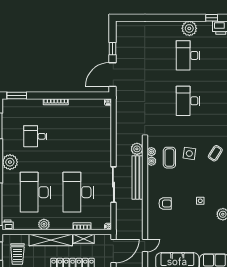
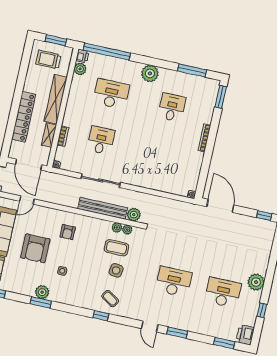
window: (212, 18) -> (262, 310), moved
plant: (189, 28) -> (256, 282), moved
window: (112, 49) -> (264, 216), moved
desk: (35, 192) -> (111, 94), width x0.73, depth x0.77
desk: (78, 192) -> (101, 140), width x0.53, depth x0.77
plant: (44, 224) -> (80, 69), moved
armchair: (186, 229) -> (35, 248), added
door: (145, 245) -> (27, 200), hinge flipped

